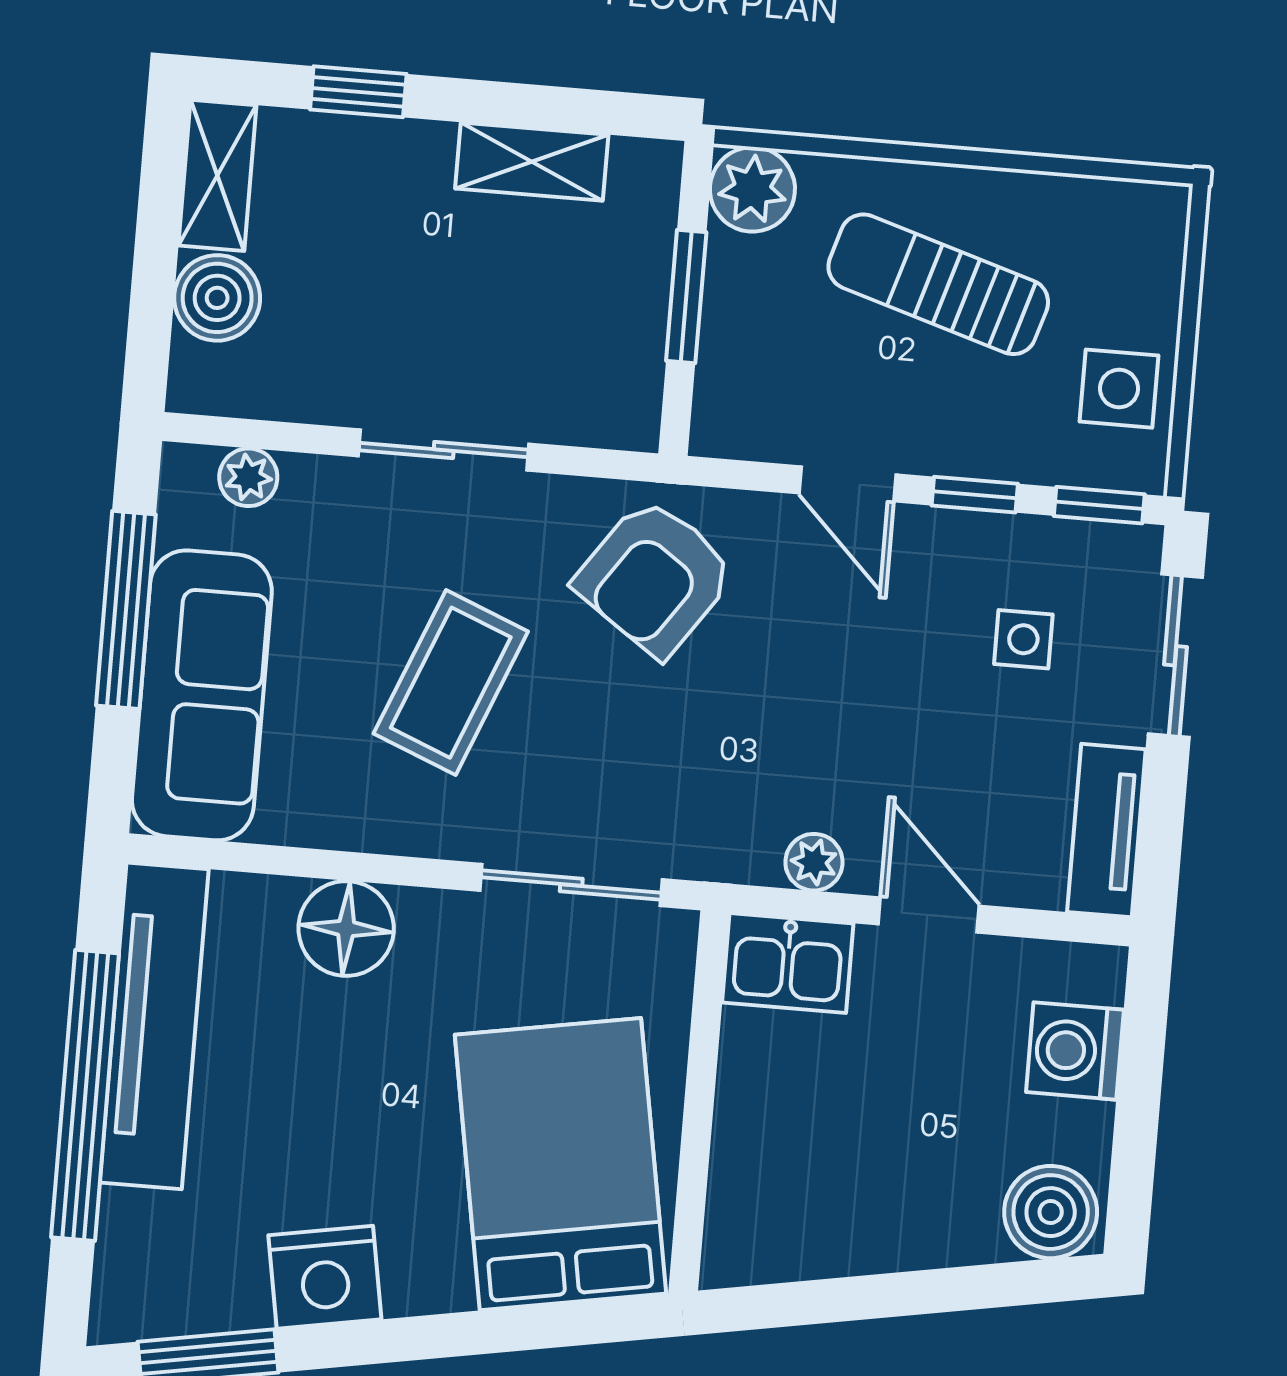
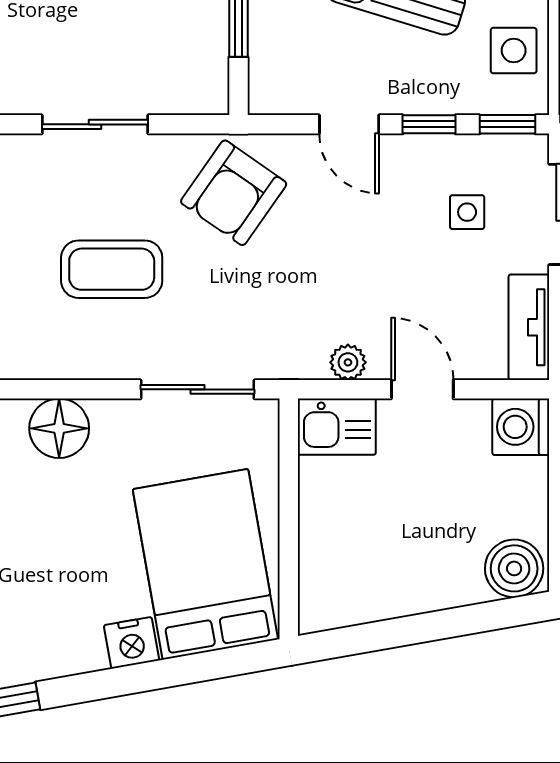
coffee table: (451, 683) -> (112, 269), turned 68
washing machine: (1075, 1051) -> (521, 427), moved
nightstand: (325, 1277) -> (132, 643), moved, width x0.74, depth x0.75

